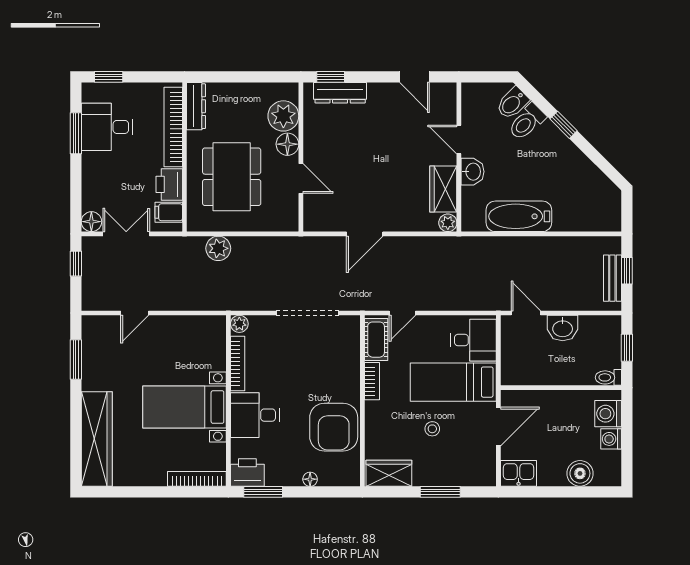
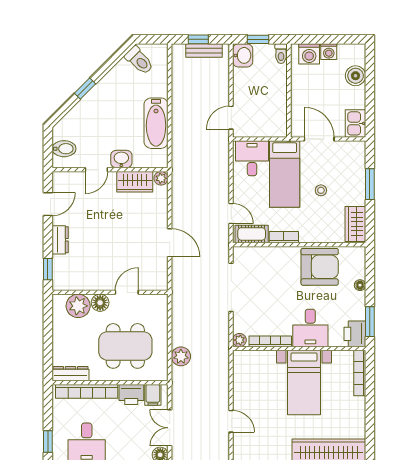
dresser: (340, 93) -> (60, 240), moved, width x0.70
bidet: (512, 103) -> (64, 149), moved, turned -45
toilet: (527, 122) -> (139, 60), moved
washbasin: (563, 328) -> (243, 55), moved

